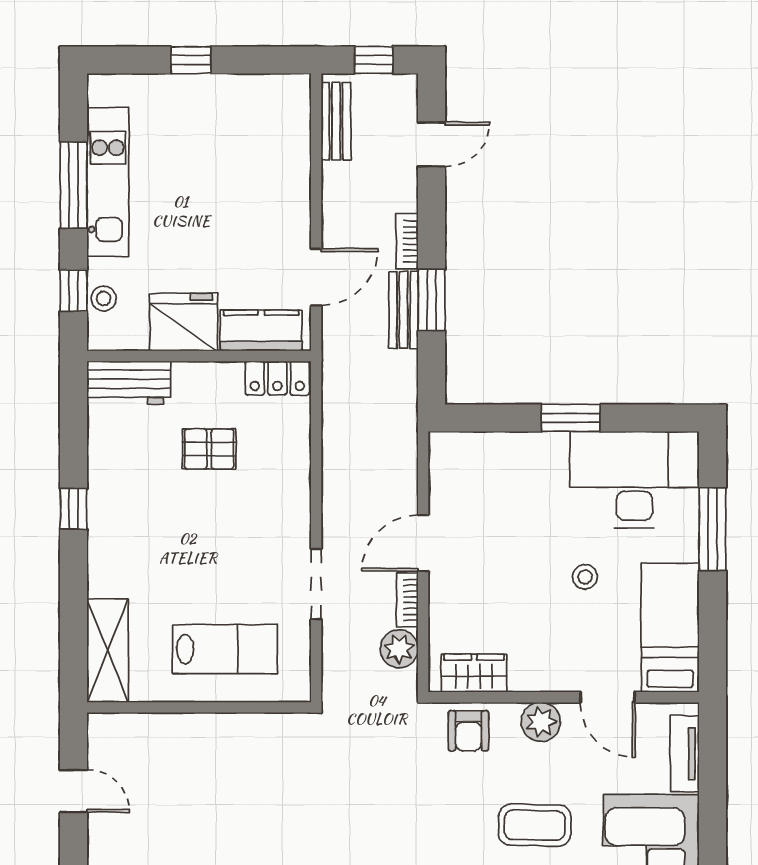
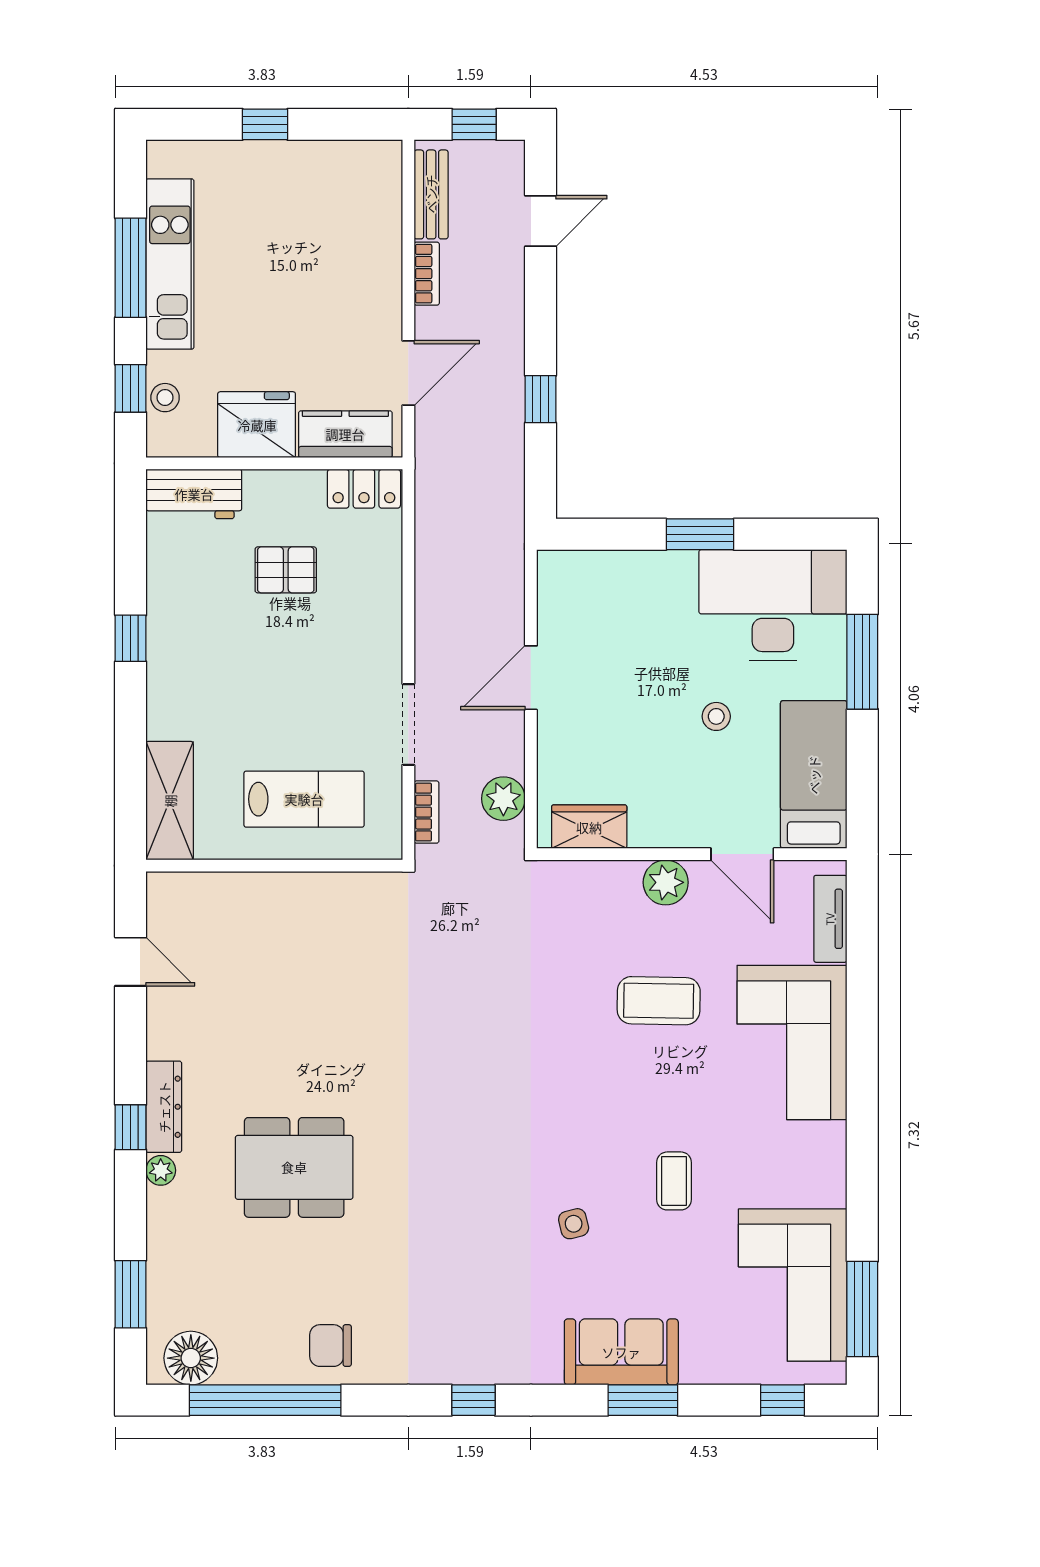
bookcase: (407, 241) -> (427, 274), moved, turned 180
window: (432, 300) -> (540, 399), width x0.67
bench: (403, 310) -> (508, 411), removed
bookcase: (407, 600) -> (427, 812), moved, turned 180
armchair: (469, 731) -> (583, 893), removed

